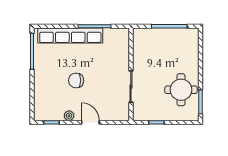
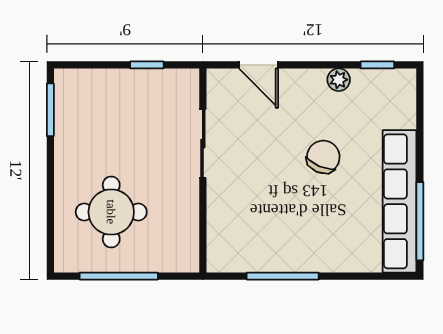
row of seats: (70, 35) -> (399, 201), moved, turned -90
chair: (76, 80) -> (323, 157), turned -67
round table: (181, 90) -> (111, 212), moved
door: (90, 122) -> (258, 65), moved

